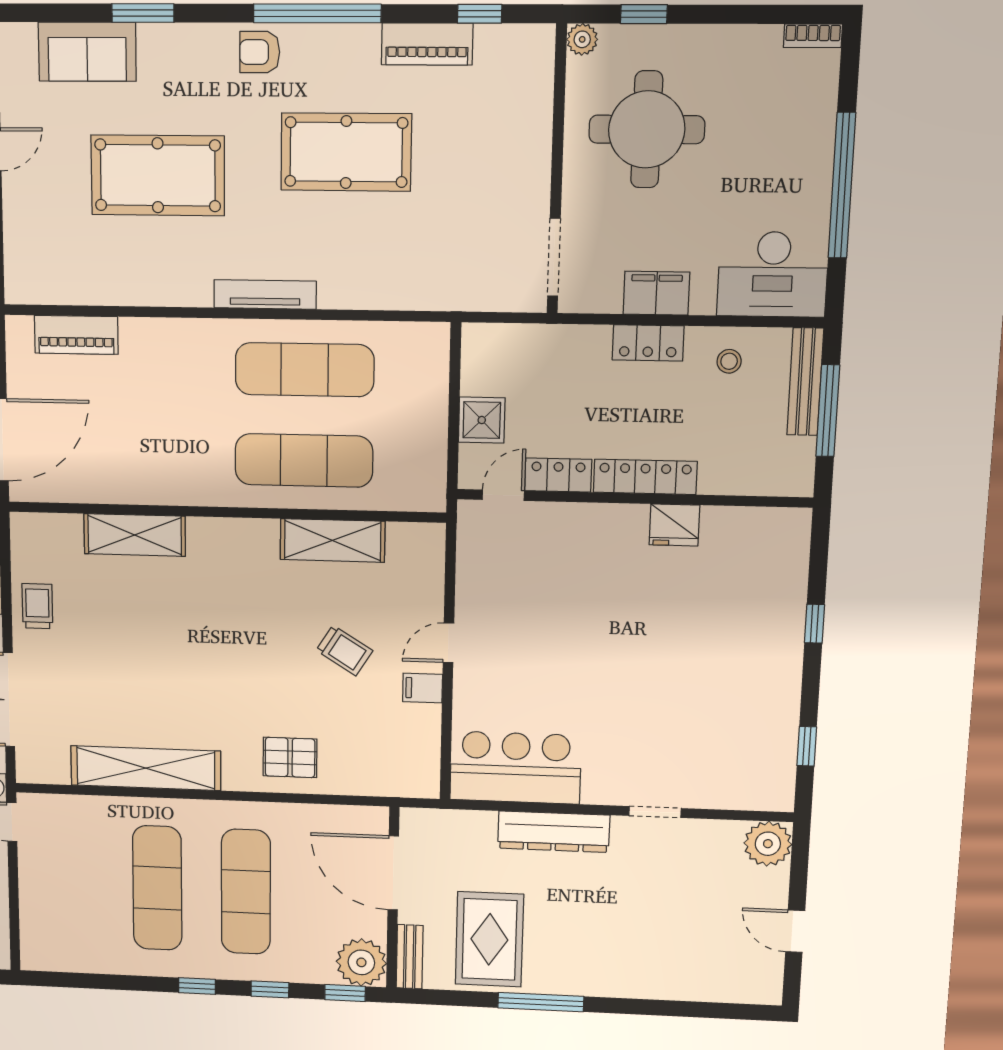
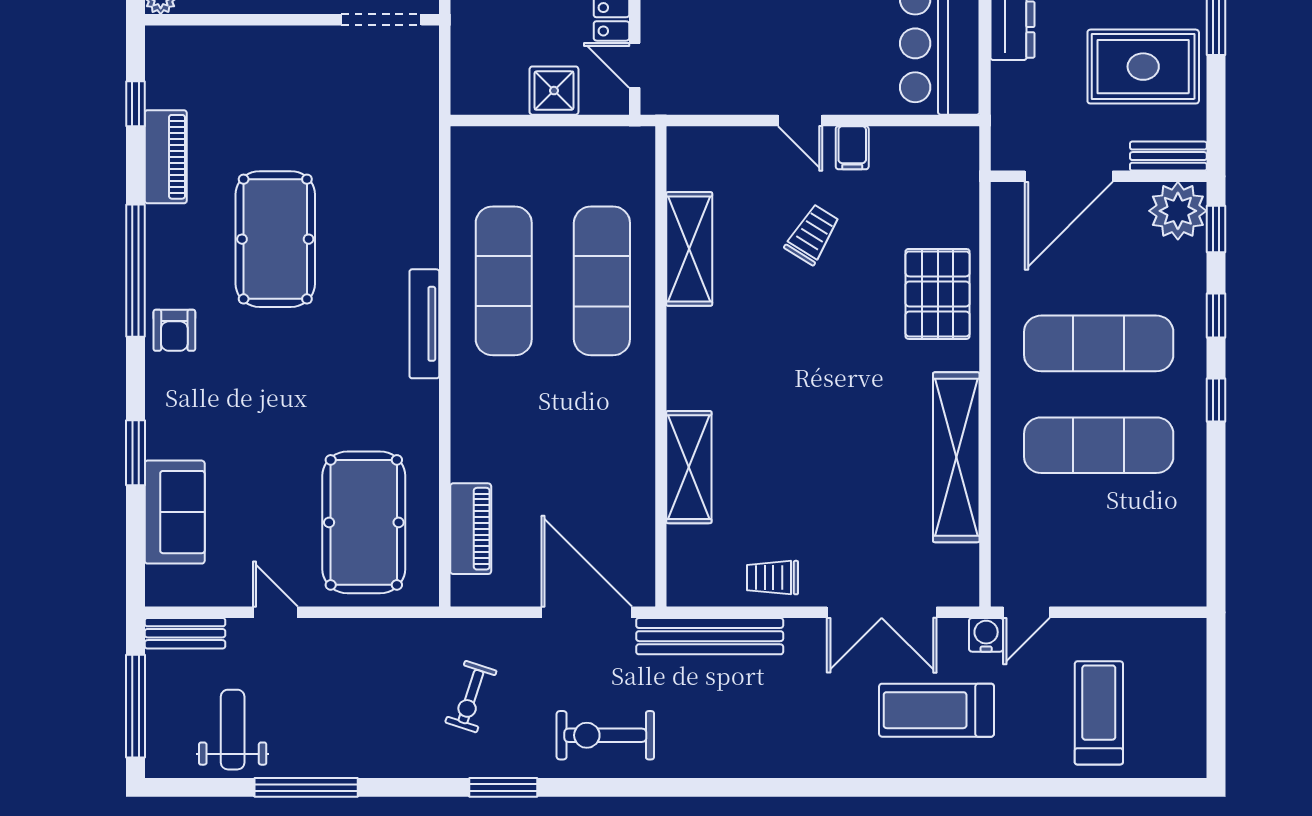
pool table: (158, 175) -> (364, 522), moved
pallet: (290, 757) -> (938, 294), width x1.50, depth x1.42

